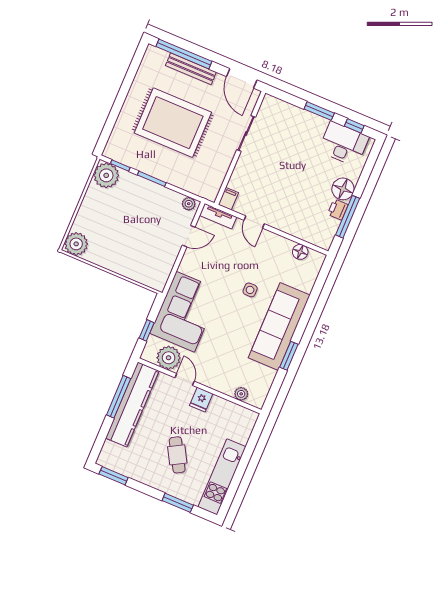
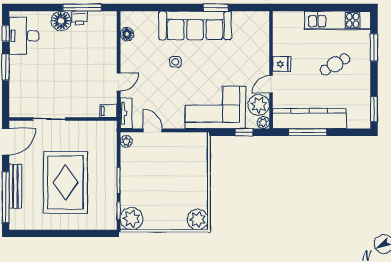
plant: (241, 394) -> (263, 123), moved

